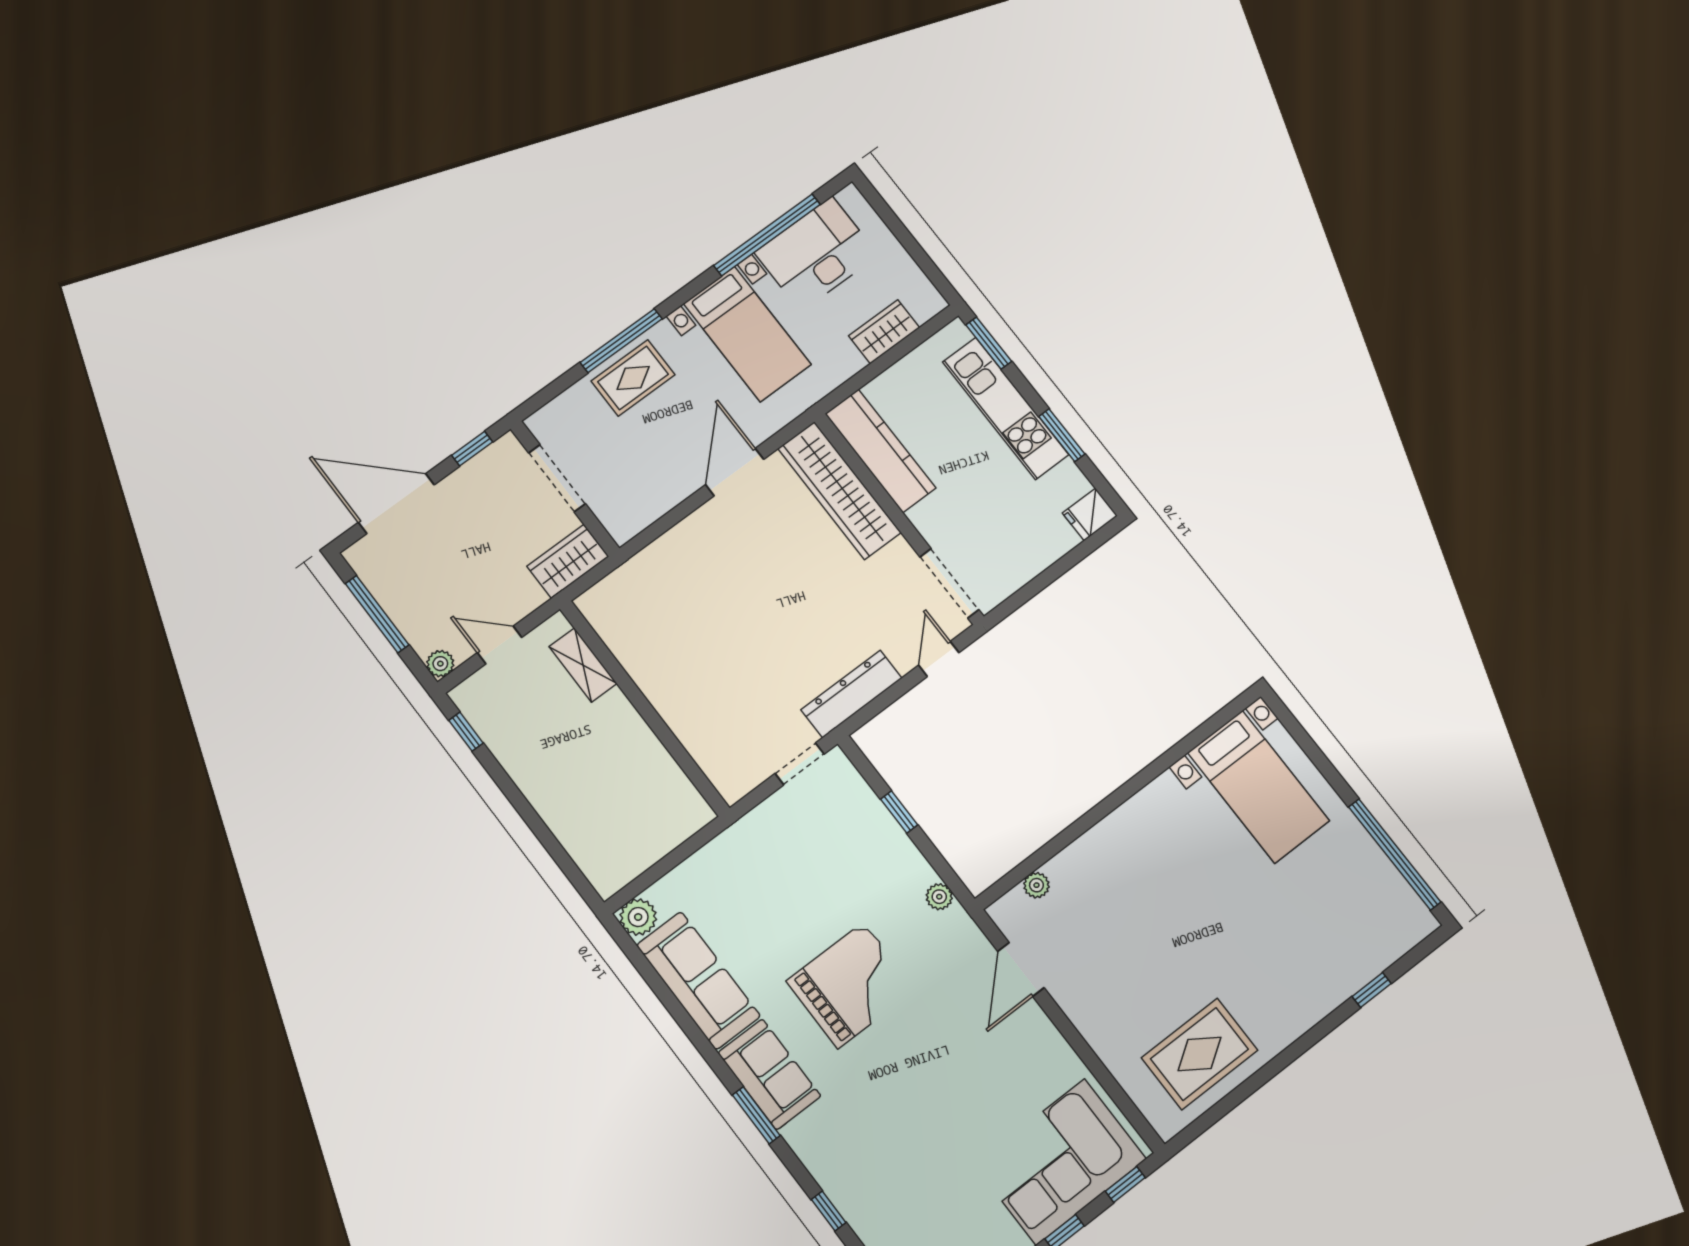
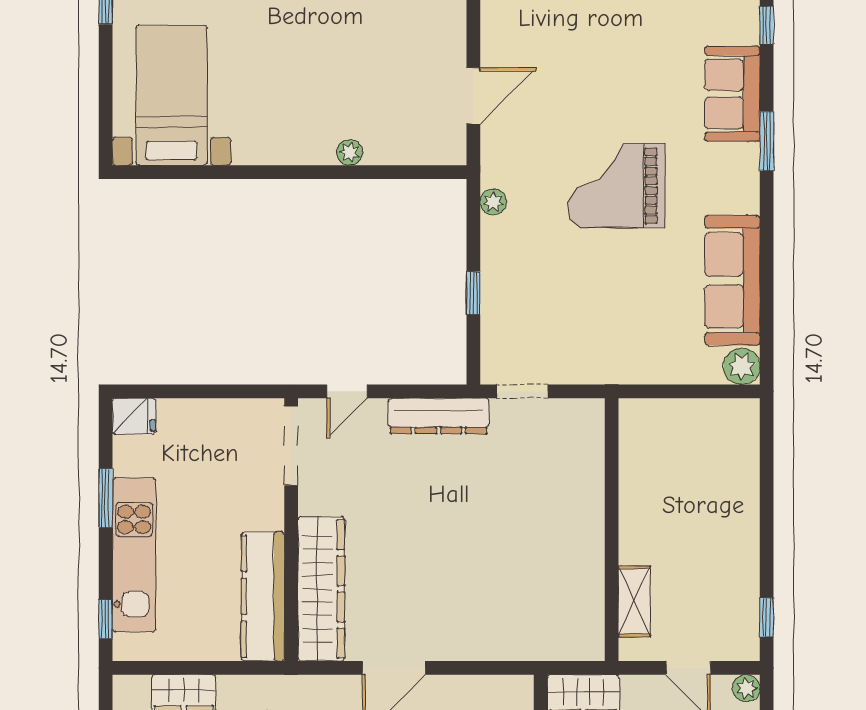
window: (989, 343) -> (106, 619), width x0.67
plant: (1036, 885) -> (350, 152), moved
sofa: (769, 1074) -> (732, 94), moved

